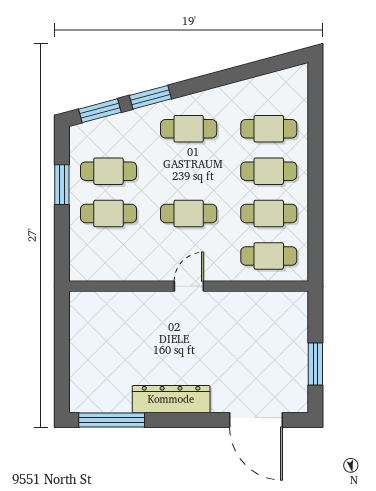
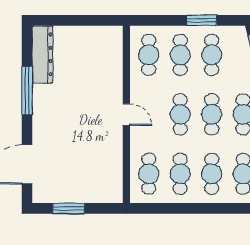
cafe table: (189, 171) -> (212, 114), added
cafe table: (108, 256) -> (149, 55), added
dresser: (171, 399) -> (43, 54), moved
window: (112, 420) -> (27, 91), moved

